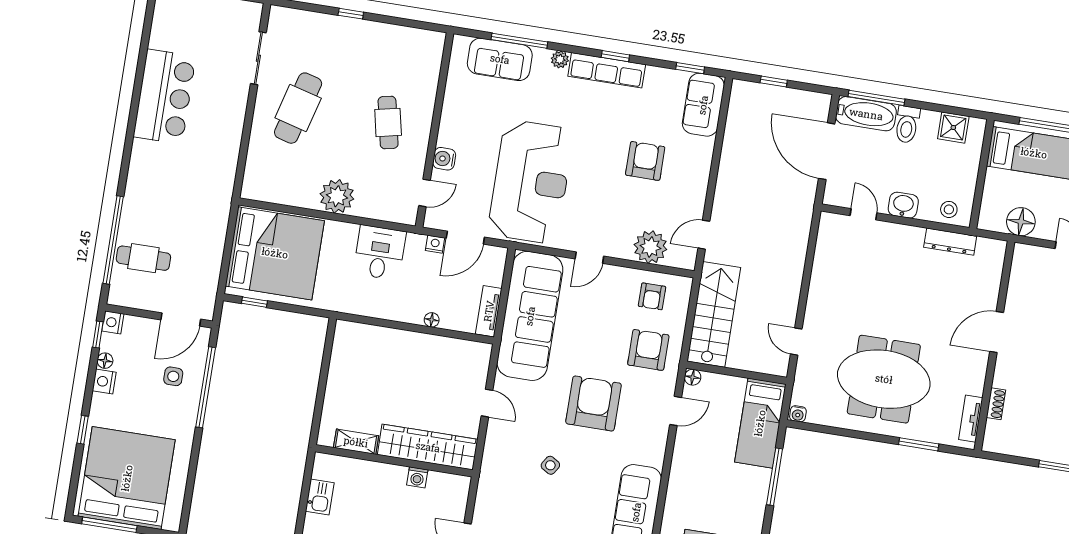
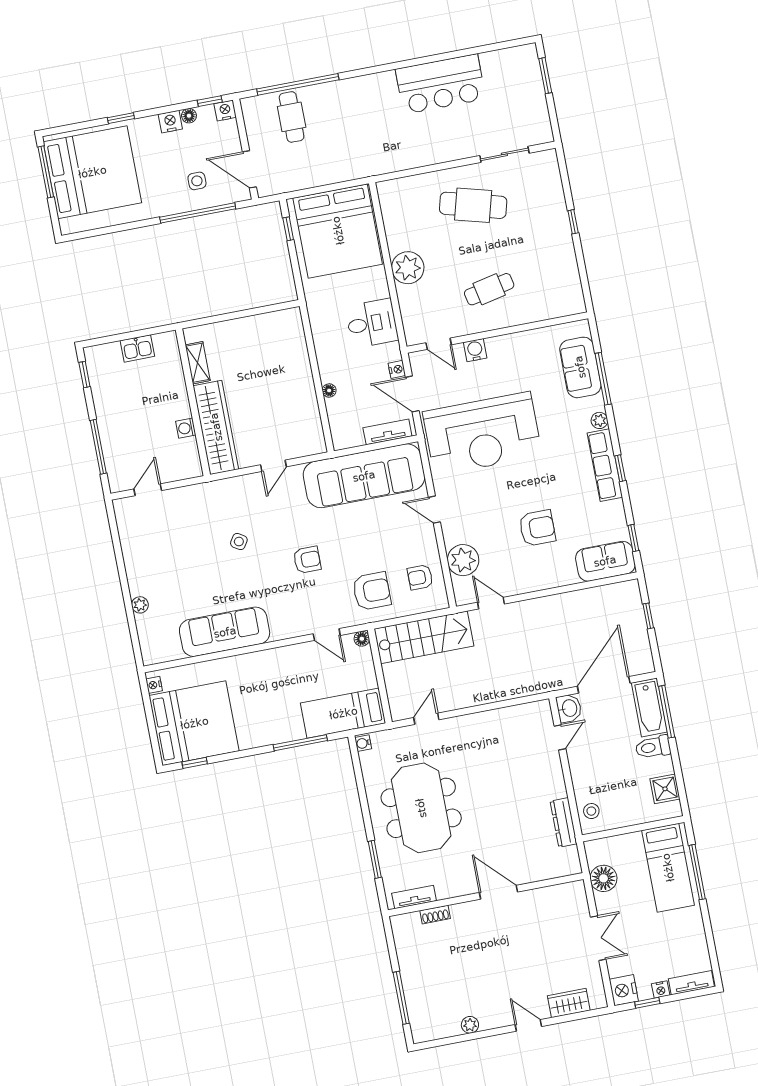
washbasin: (903, 205) -> (569, 708), moved
tv unit: (489, 311) -> (387, 432), moved
armchair: (594, 403) -> (307, 560), width x0.53, depth x0.53

